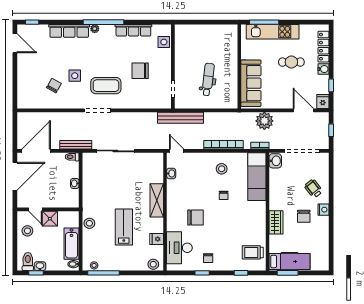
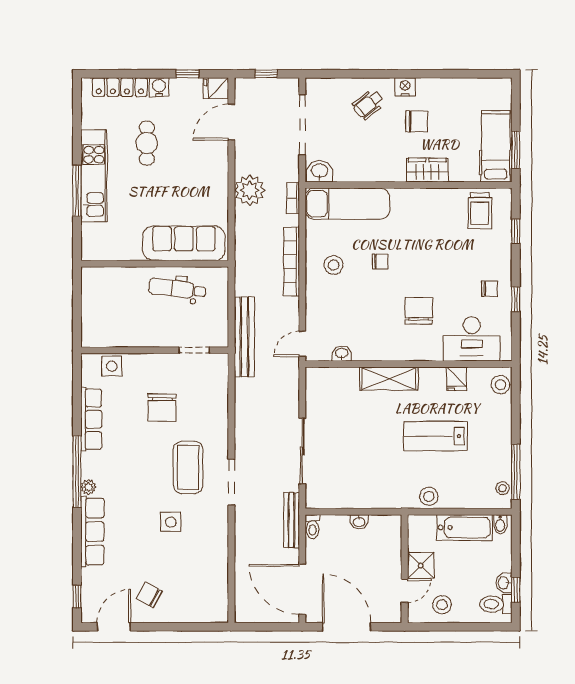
wall: (239, 67) -> (155, 264), moved
sofa: (251, 83) -> (184, 243), moved
chair: (54, 86) -> (149, 595), moved

